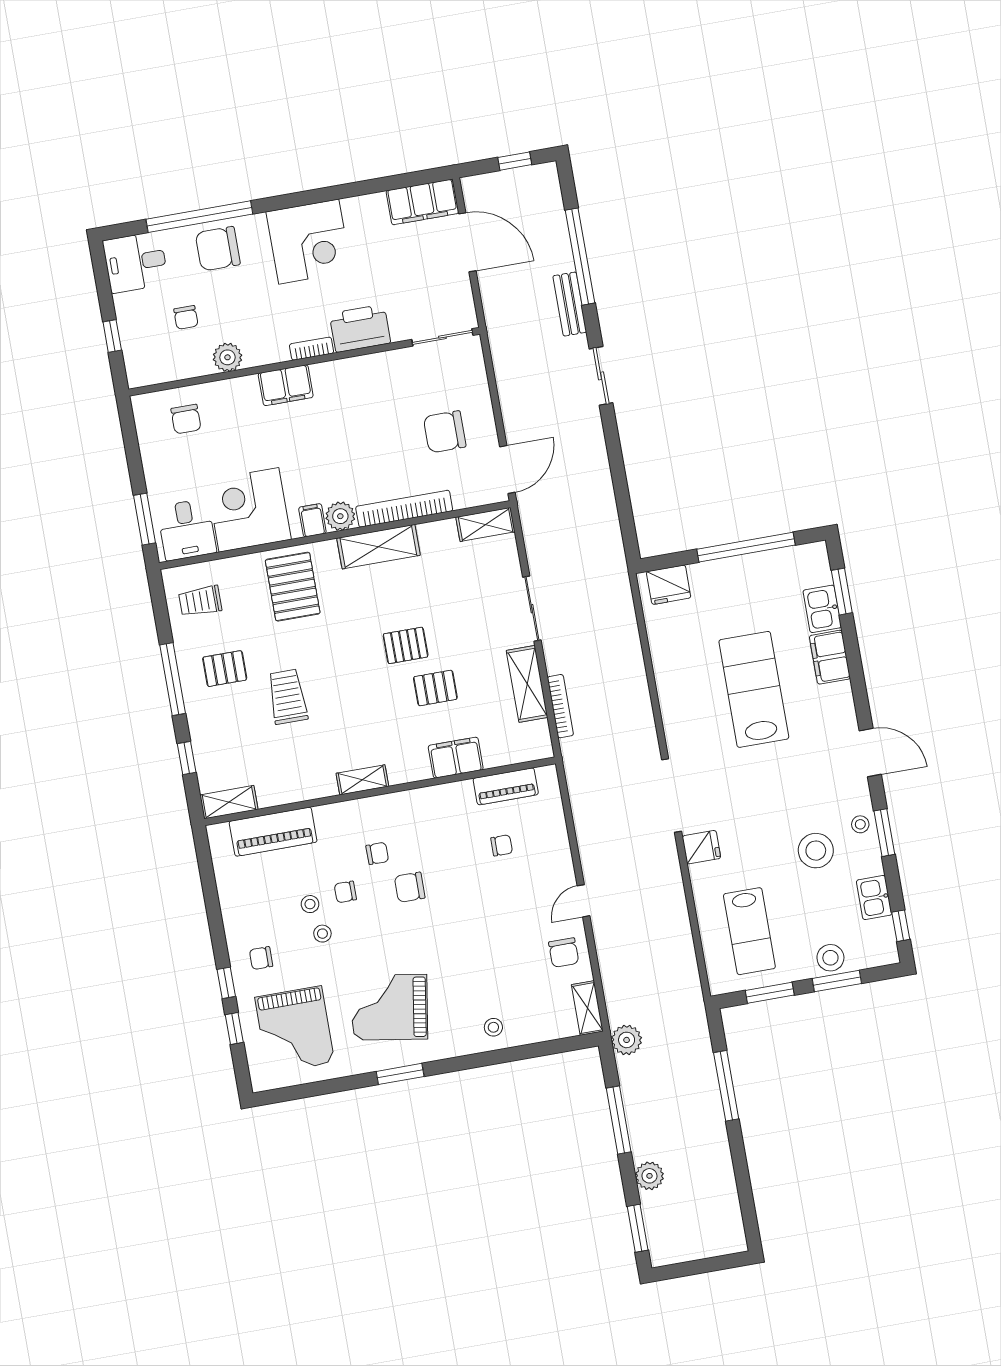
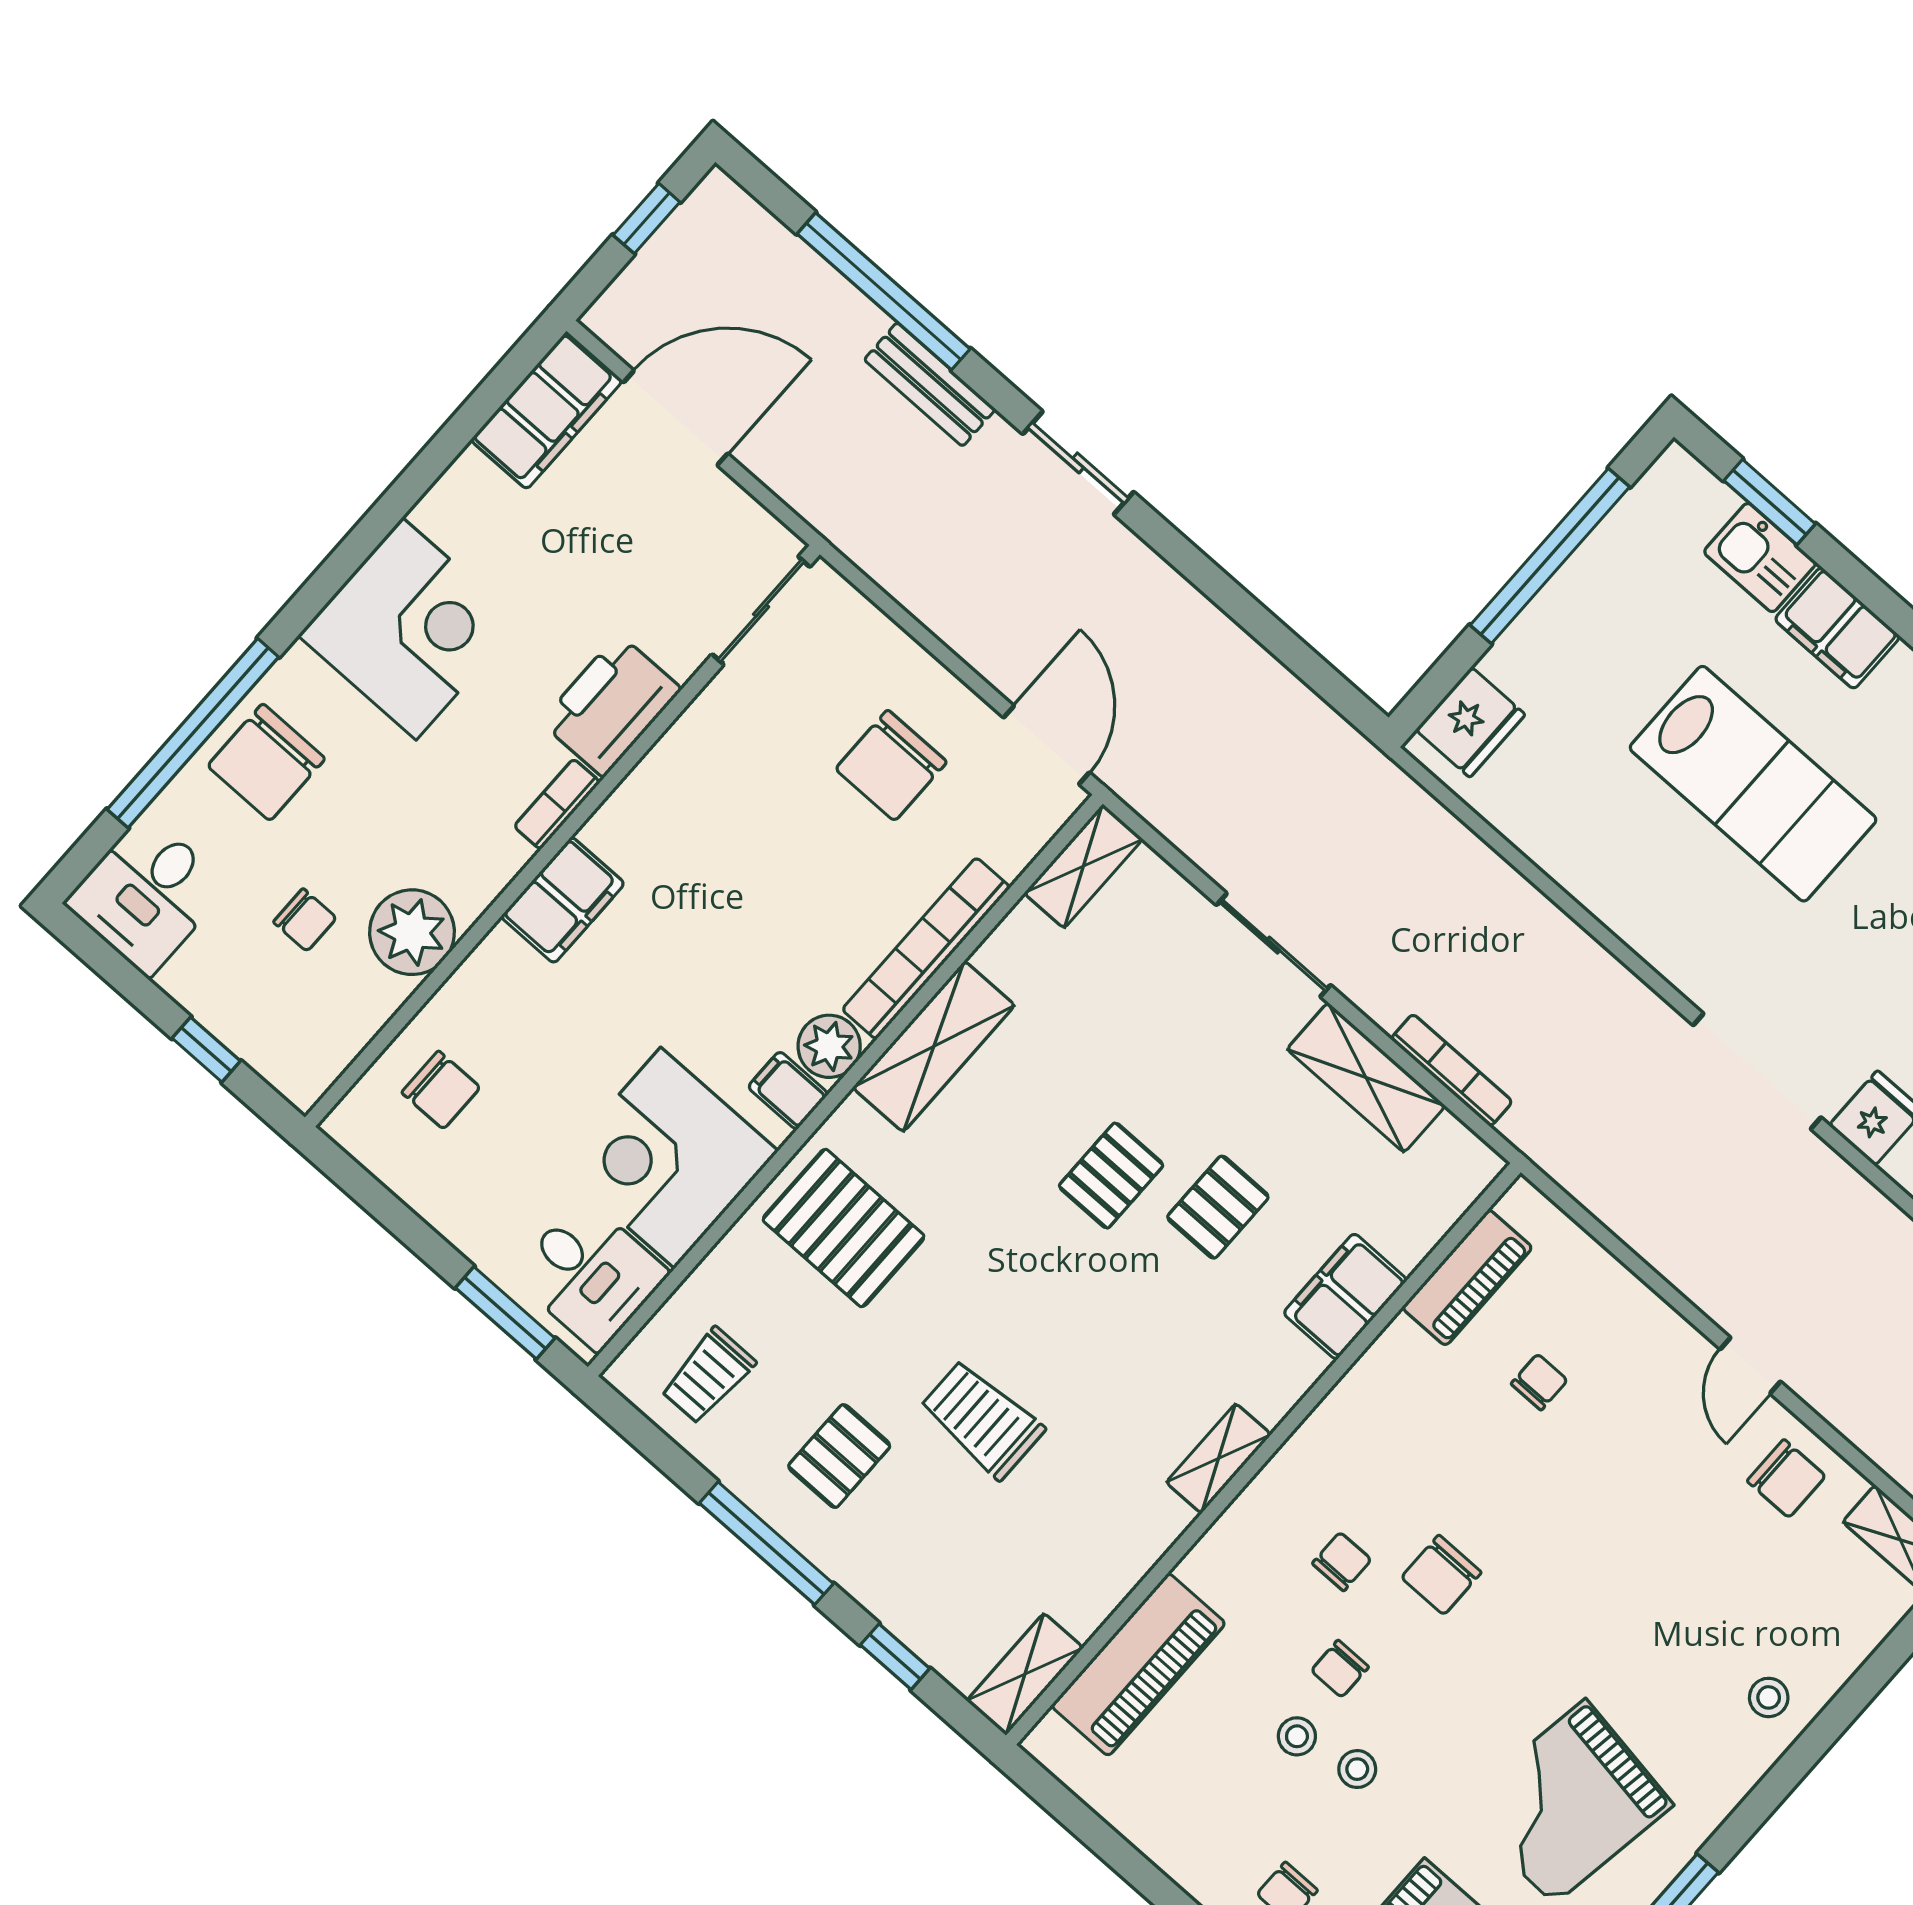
plant: (227, 357) -> (412, 932), width x1.36, depth x1.36
lab bench: (754, 689) -> (1753, 784), turned 180

